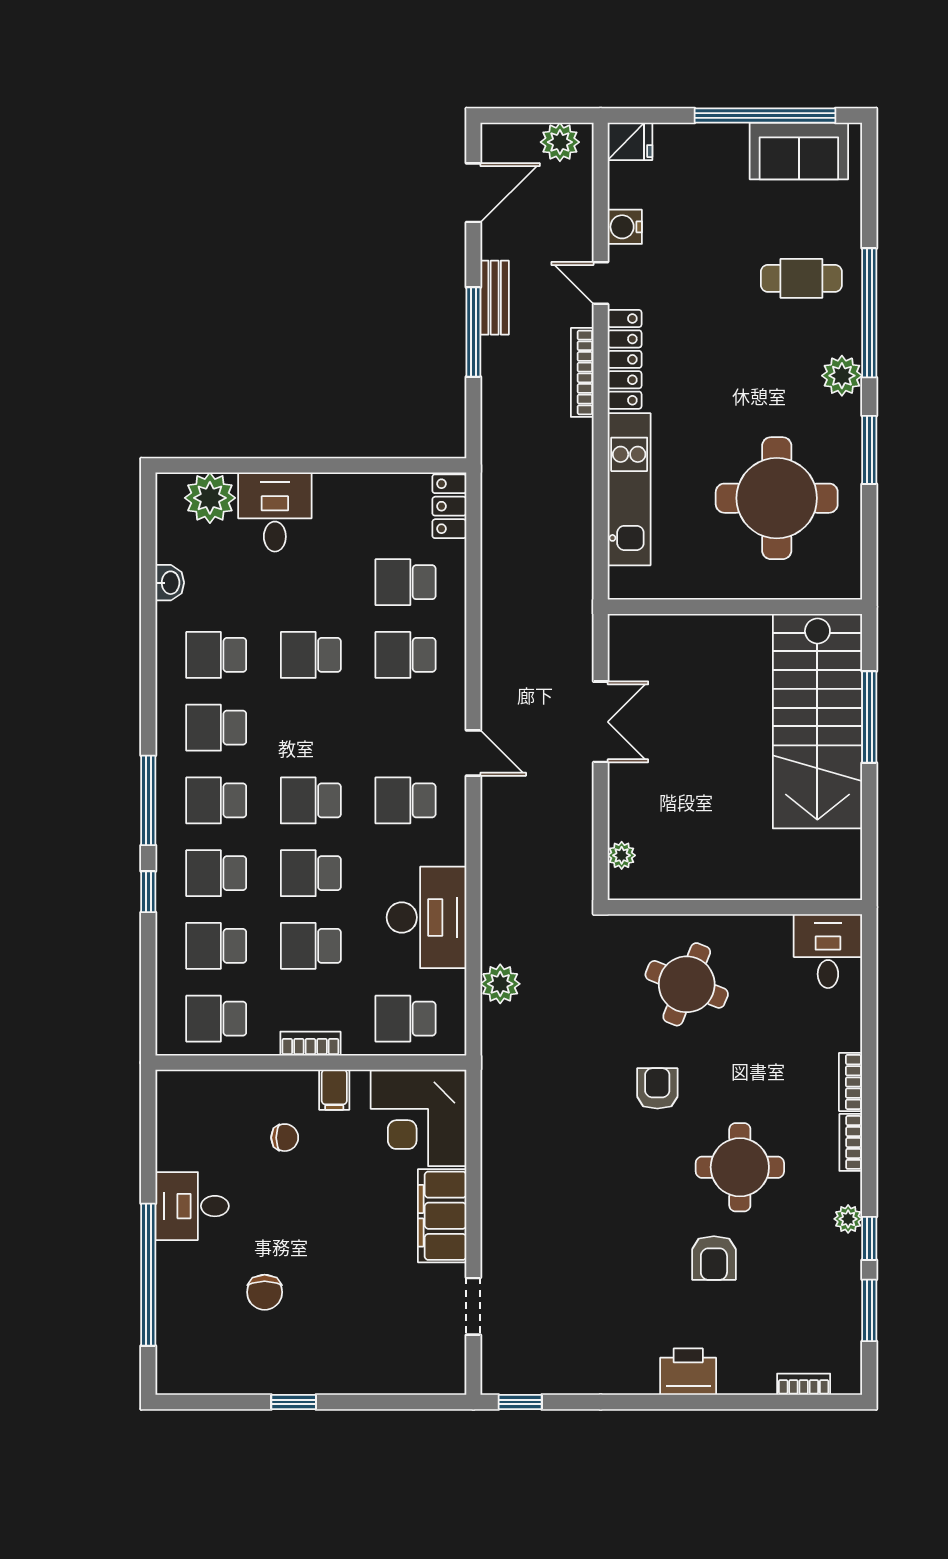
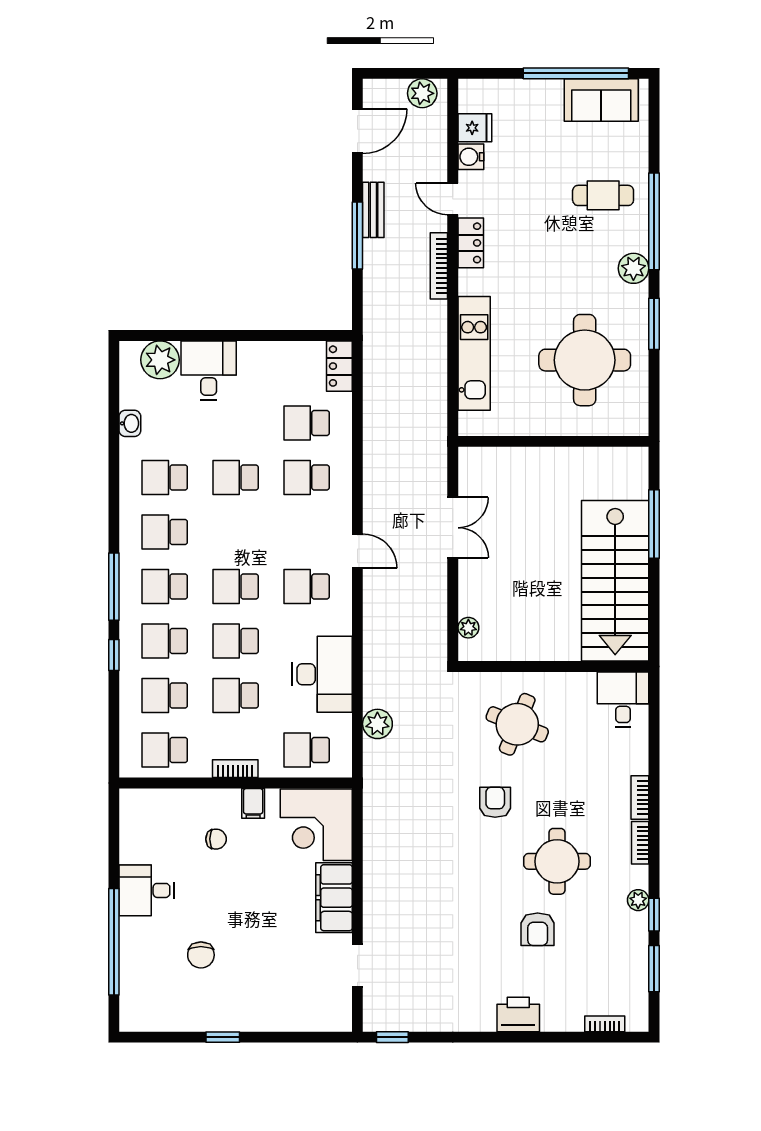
fridge: (630, 141) -> (475, 128), moved
locker: (625, 359) -> (471, 243), width x0.66
stairs: (817, 721) -> (615, 581), moved

